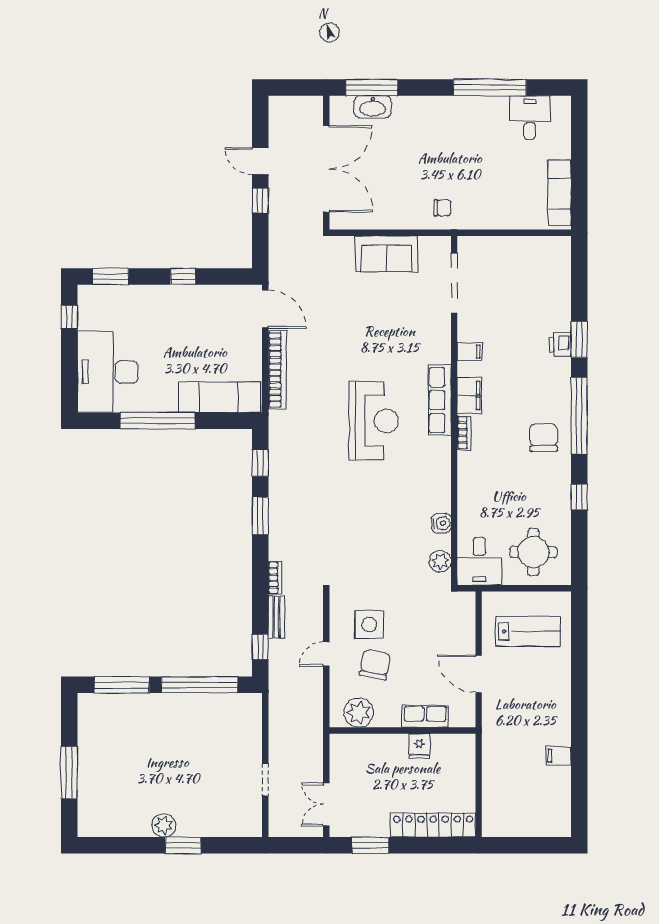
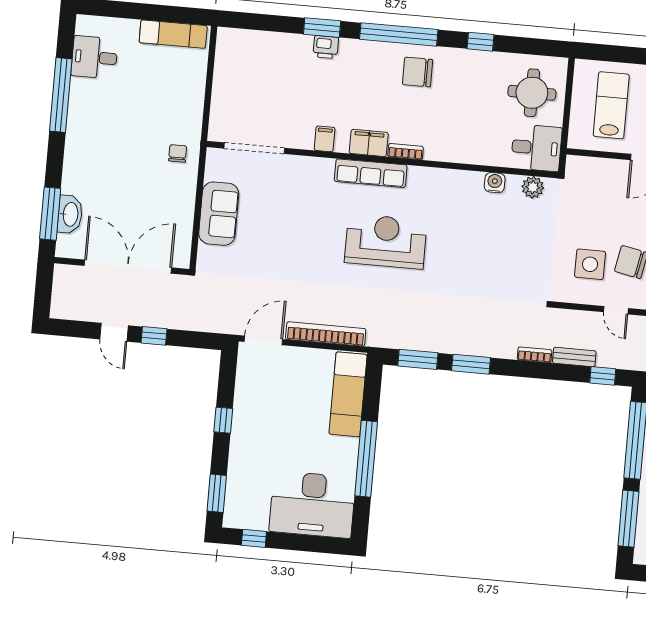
door: (260, 161) -> (114, 332), hinge flipped
window: (260, 463) -> (418, 359), width x1.50

